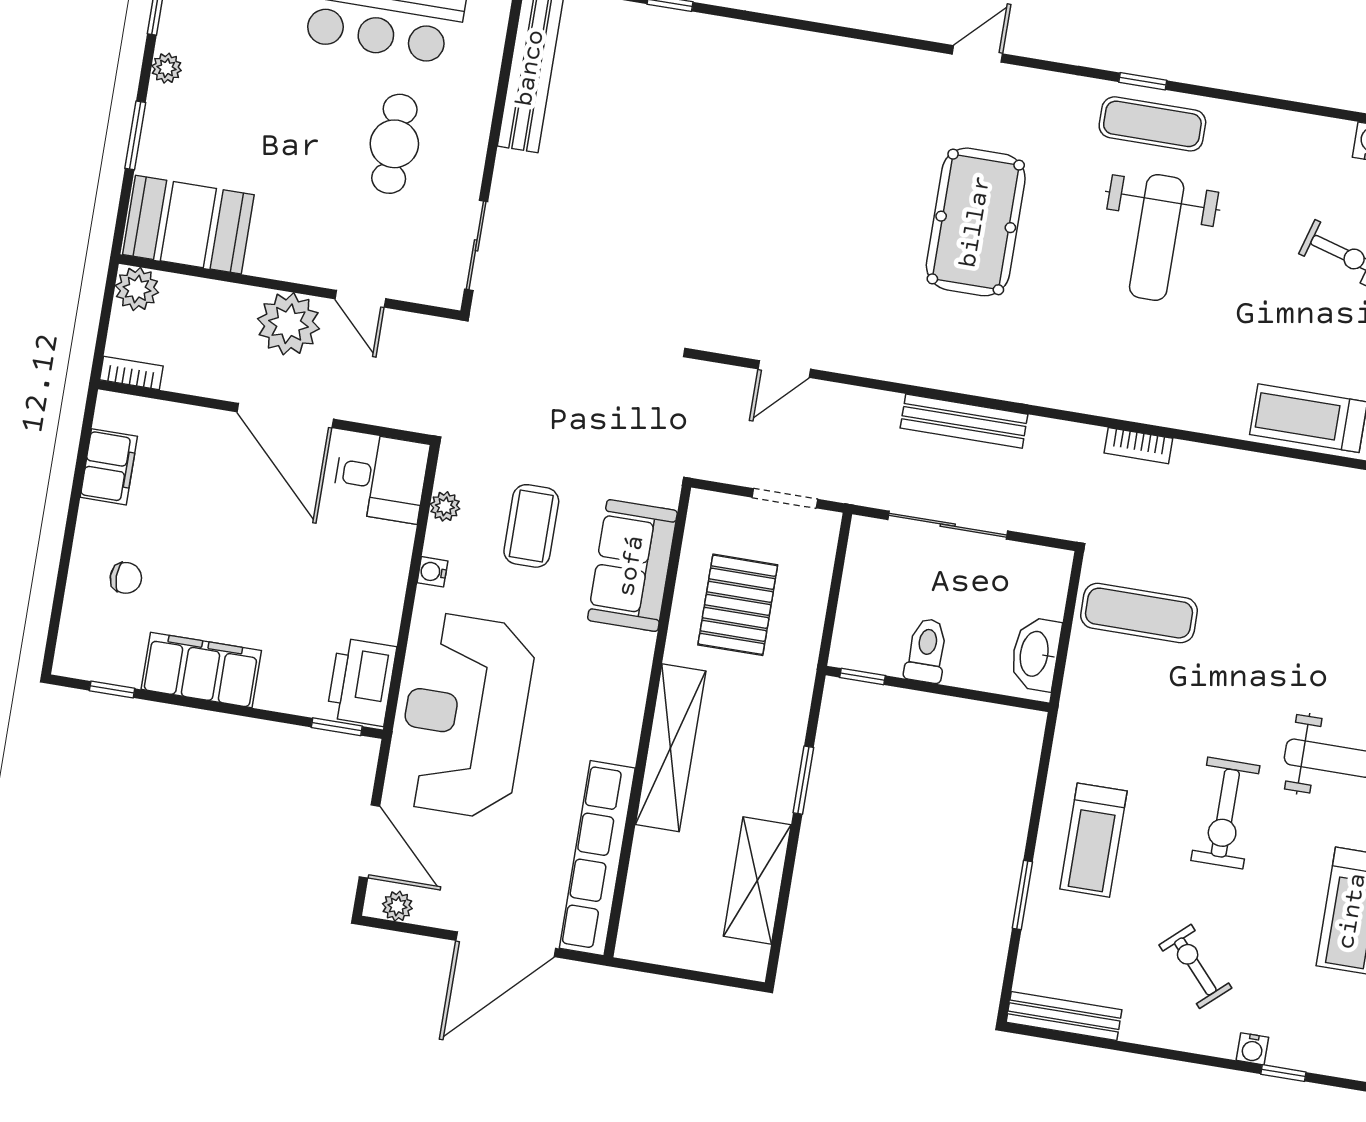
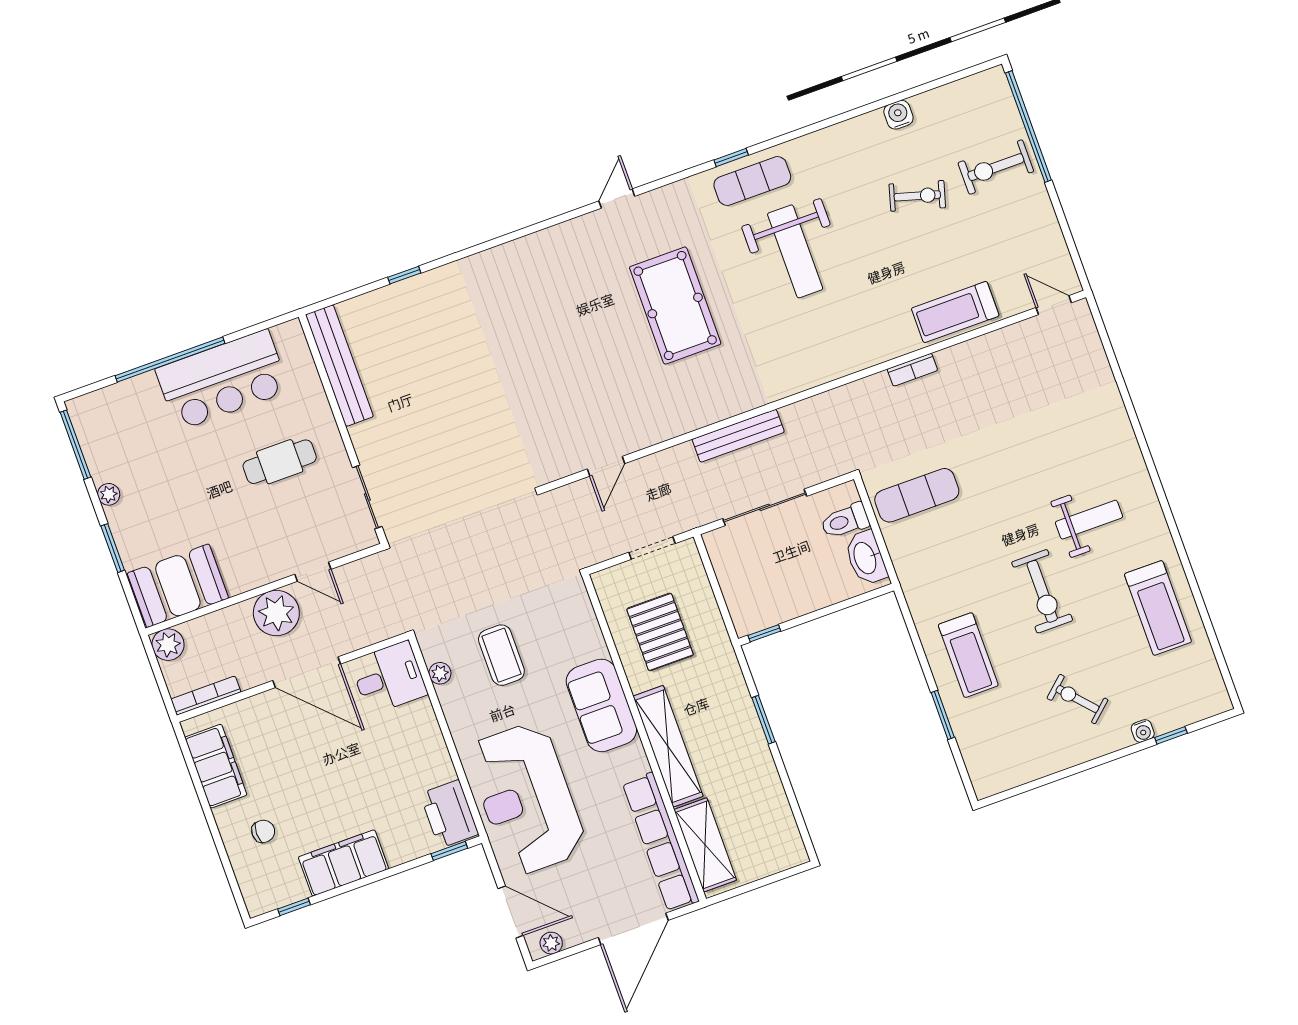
cafe table: (394, 144) -> (280, 462), turned 90
bookcase: (131, 373) -> (206, 696), width x1.56
bookcase: (1138, 446) -> (912, 370), moved
filing cabinet: (109, 467) -> (216, 766), width x1.50, depth x1.17
sofa: (632, 566) -> (601, 705), moved
water cooler: (432, 572) -> (455, 719), removed
toilet: (926, 651) -> (845, 521), moved, turned -90
shelving: (757, 880) -> (705, 845), moved
bench: (1064, 1016) -> (1012, 777), removed

